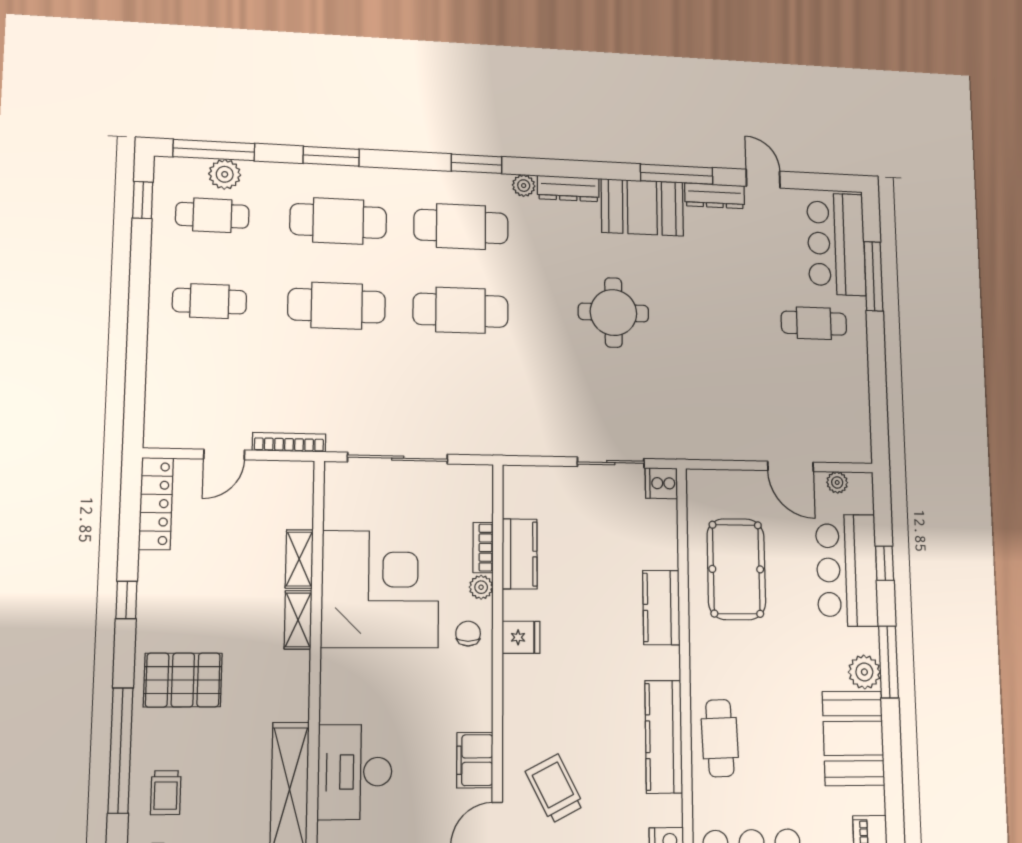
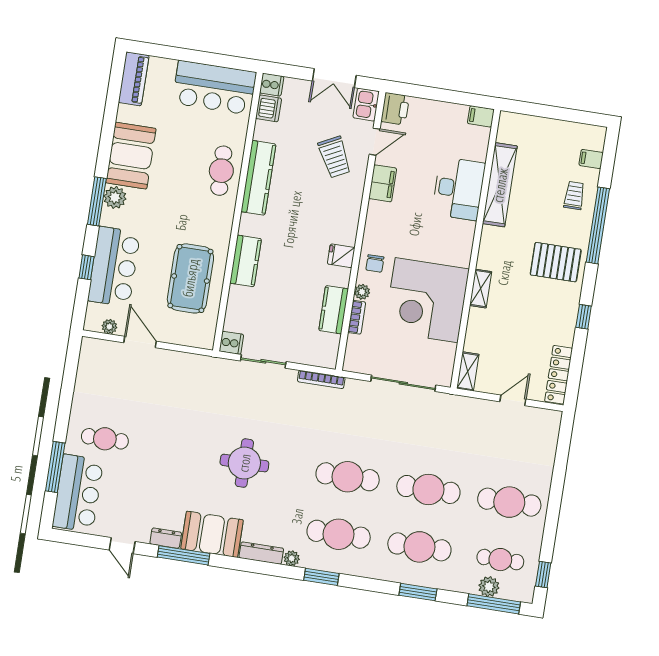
dresser: (715, 196) -> (166, 538), width x0.70
cafe table: (209, 301) -> (509, 502), width x1.37, depth x1.35
bookcase: (289, 442) -> (321, 379), moved
shelving: (299, 559) -> (468, 371), moved

